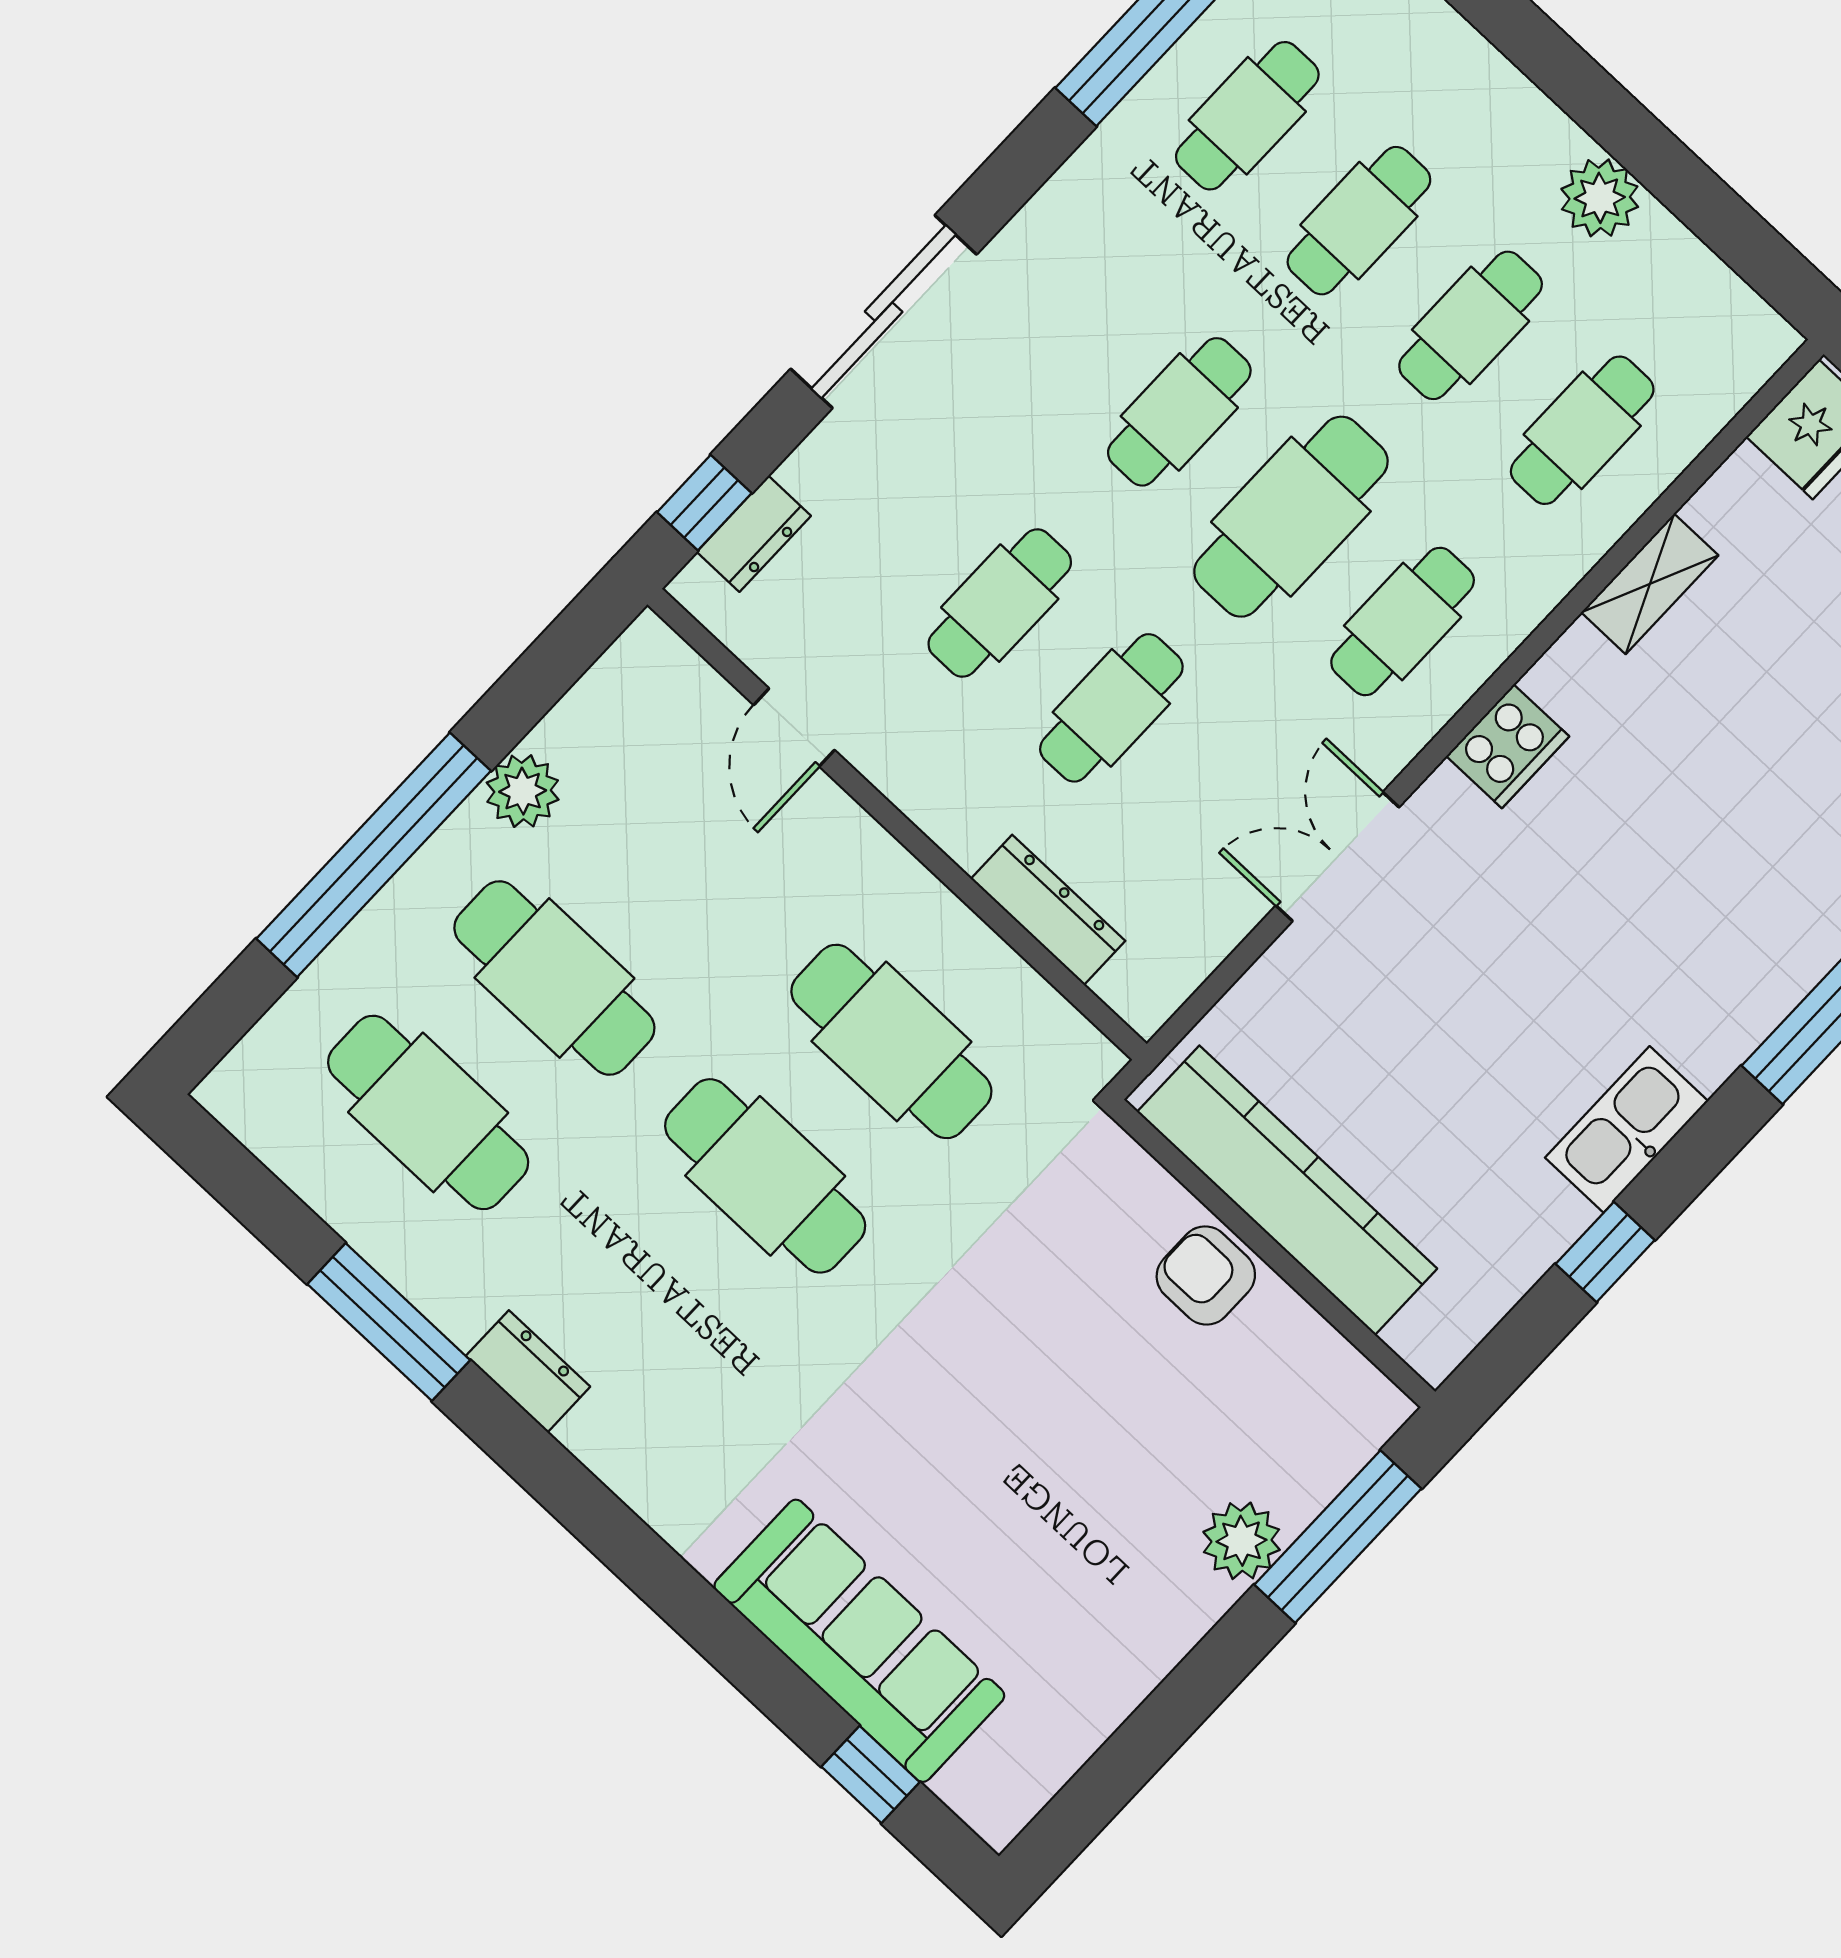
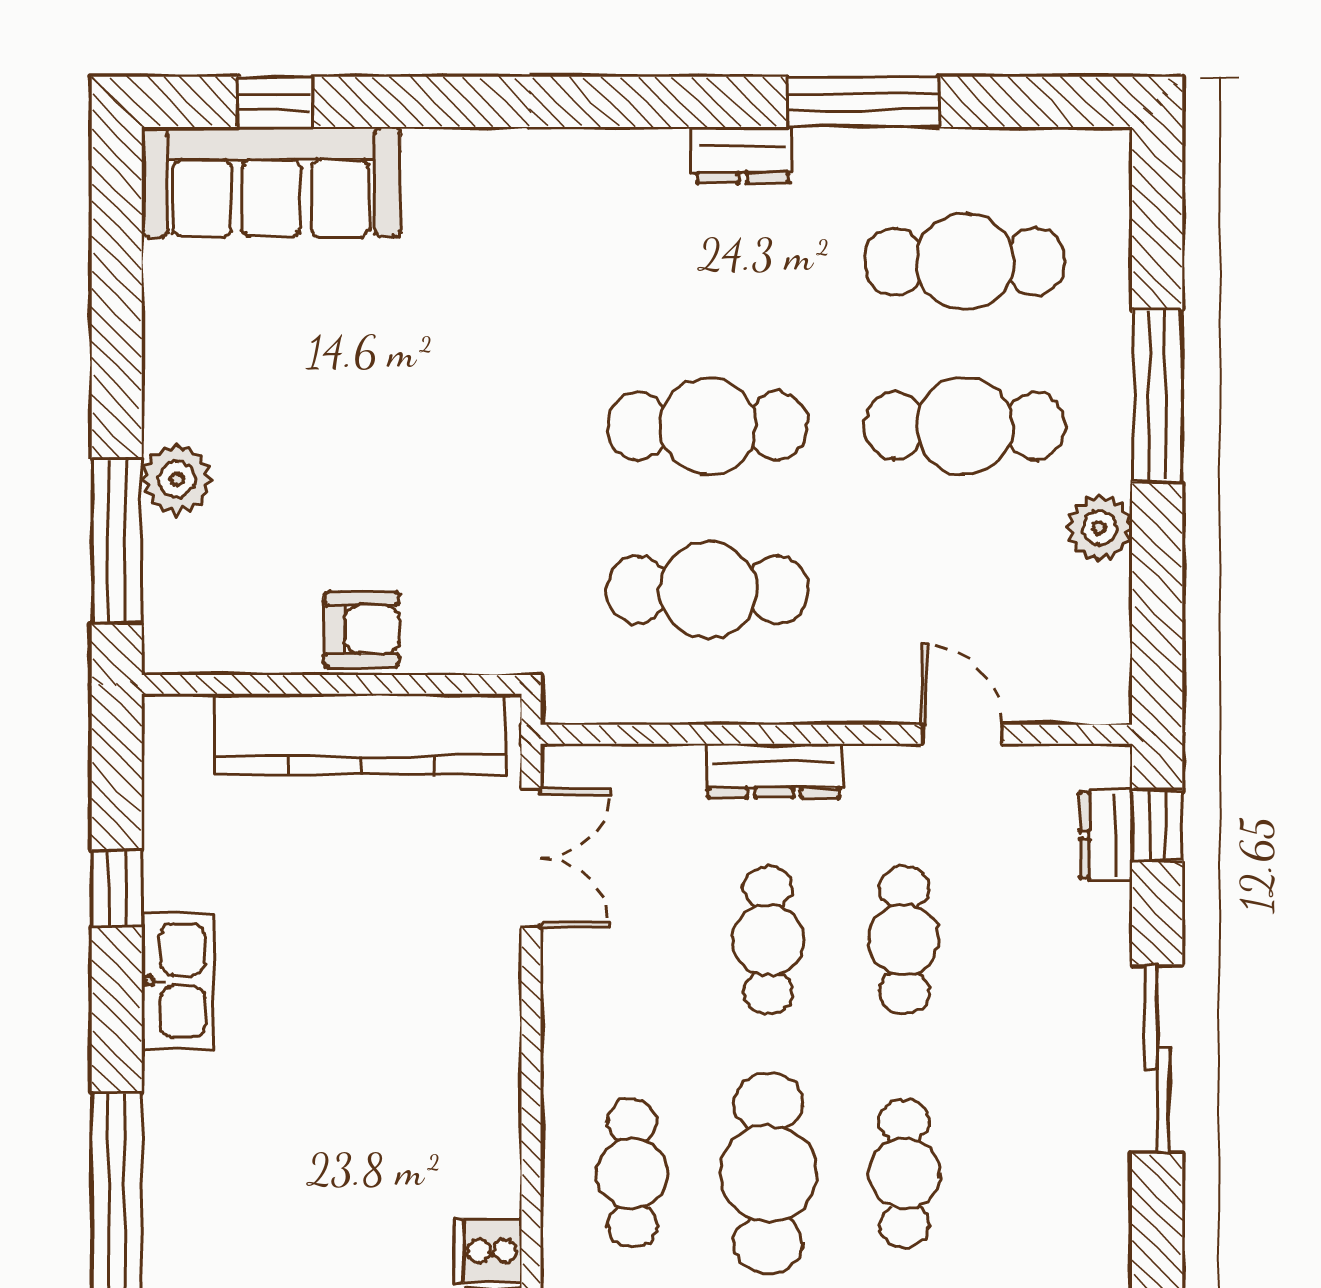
cooker: (1508, 746) -> (488, 1251), moved, width x0.73
window: (374, 855) -> (1157, 396), width x0.68
double door: (1338, 856) -> (531, 858), moved
dresser: (1048, 910) -> (774, 771), moved
sofa: (859, 1641) -> (271, 182), moved

